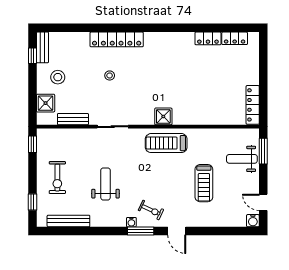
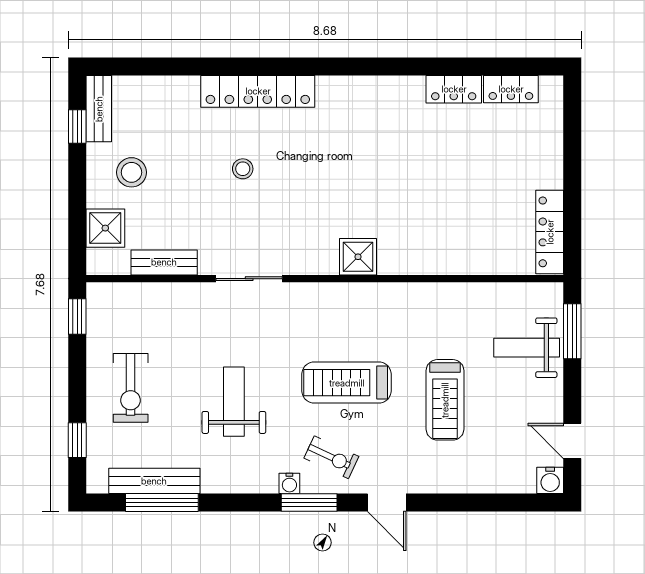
treadmill: (166, 143) -> (347, 383), moved
window: (72, 231) -> (162, 503), added

